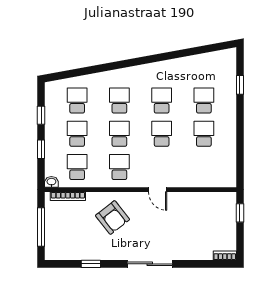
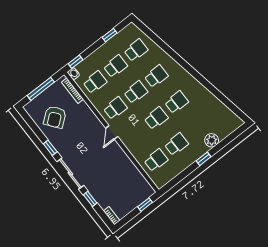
window: (240, 85) -> (204, 159), moved
plant: (228, 95) -> (212, 140), added
school desk: (204, 100) -> (156, 160), moved
window: (41, 149) -> (75, 62), moved
door: (158, 190) -> (112, 132), moved
armchair: (113, 217) -> (55, 117), moved
window: (91, 264) -> (50, 148), moved
window: (191, 264) -> (90, 199), added

